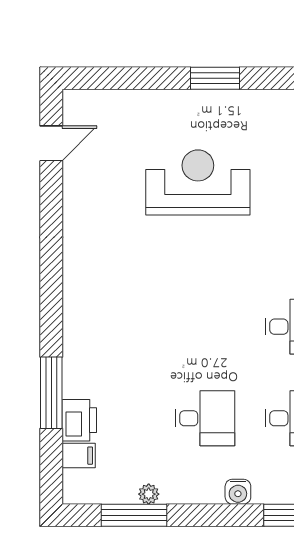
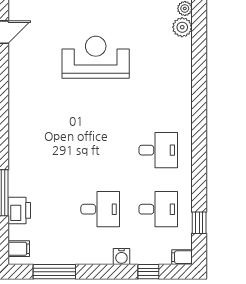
filing cabinet: (79, 456) -> (19, 249), moved
plant: (149, 494) -> (64, 258), removed

